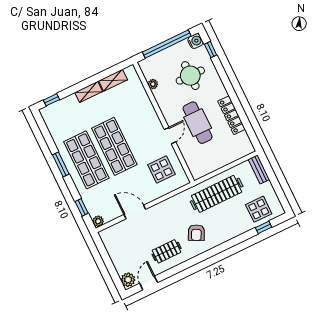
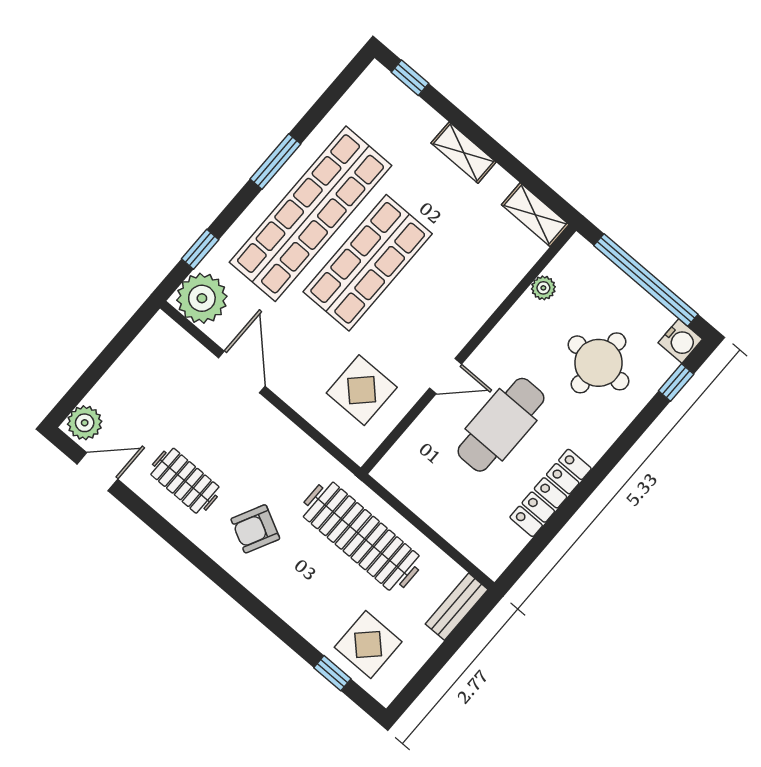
shelving: (113, 80) -> (535, 215), moved
shop shelf: (86, 160) -> (311, 214), width x1.40
plant: (98, 221) -> (202, 298), width x1.88, depth x1.88

